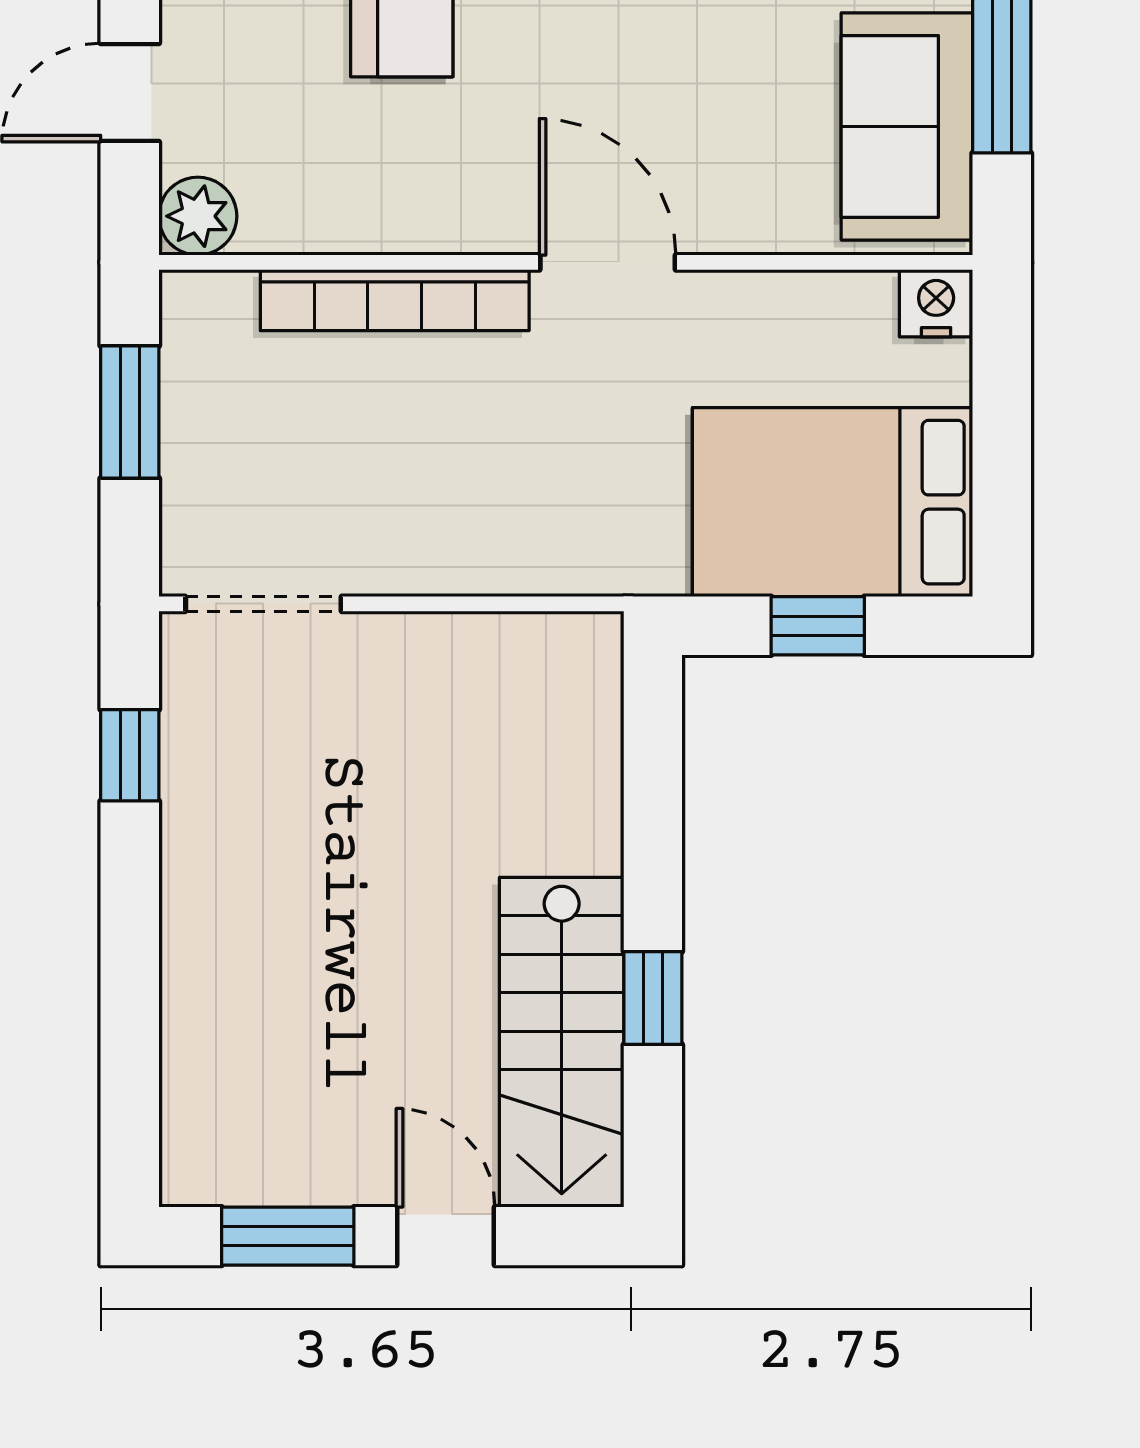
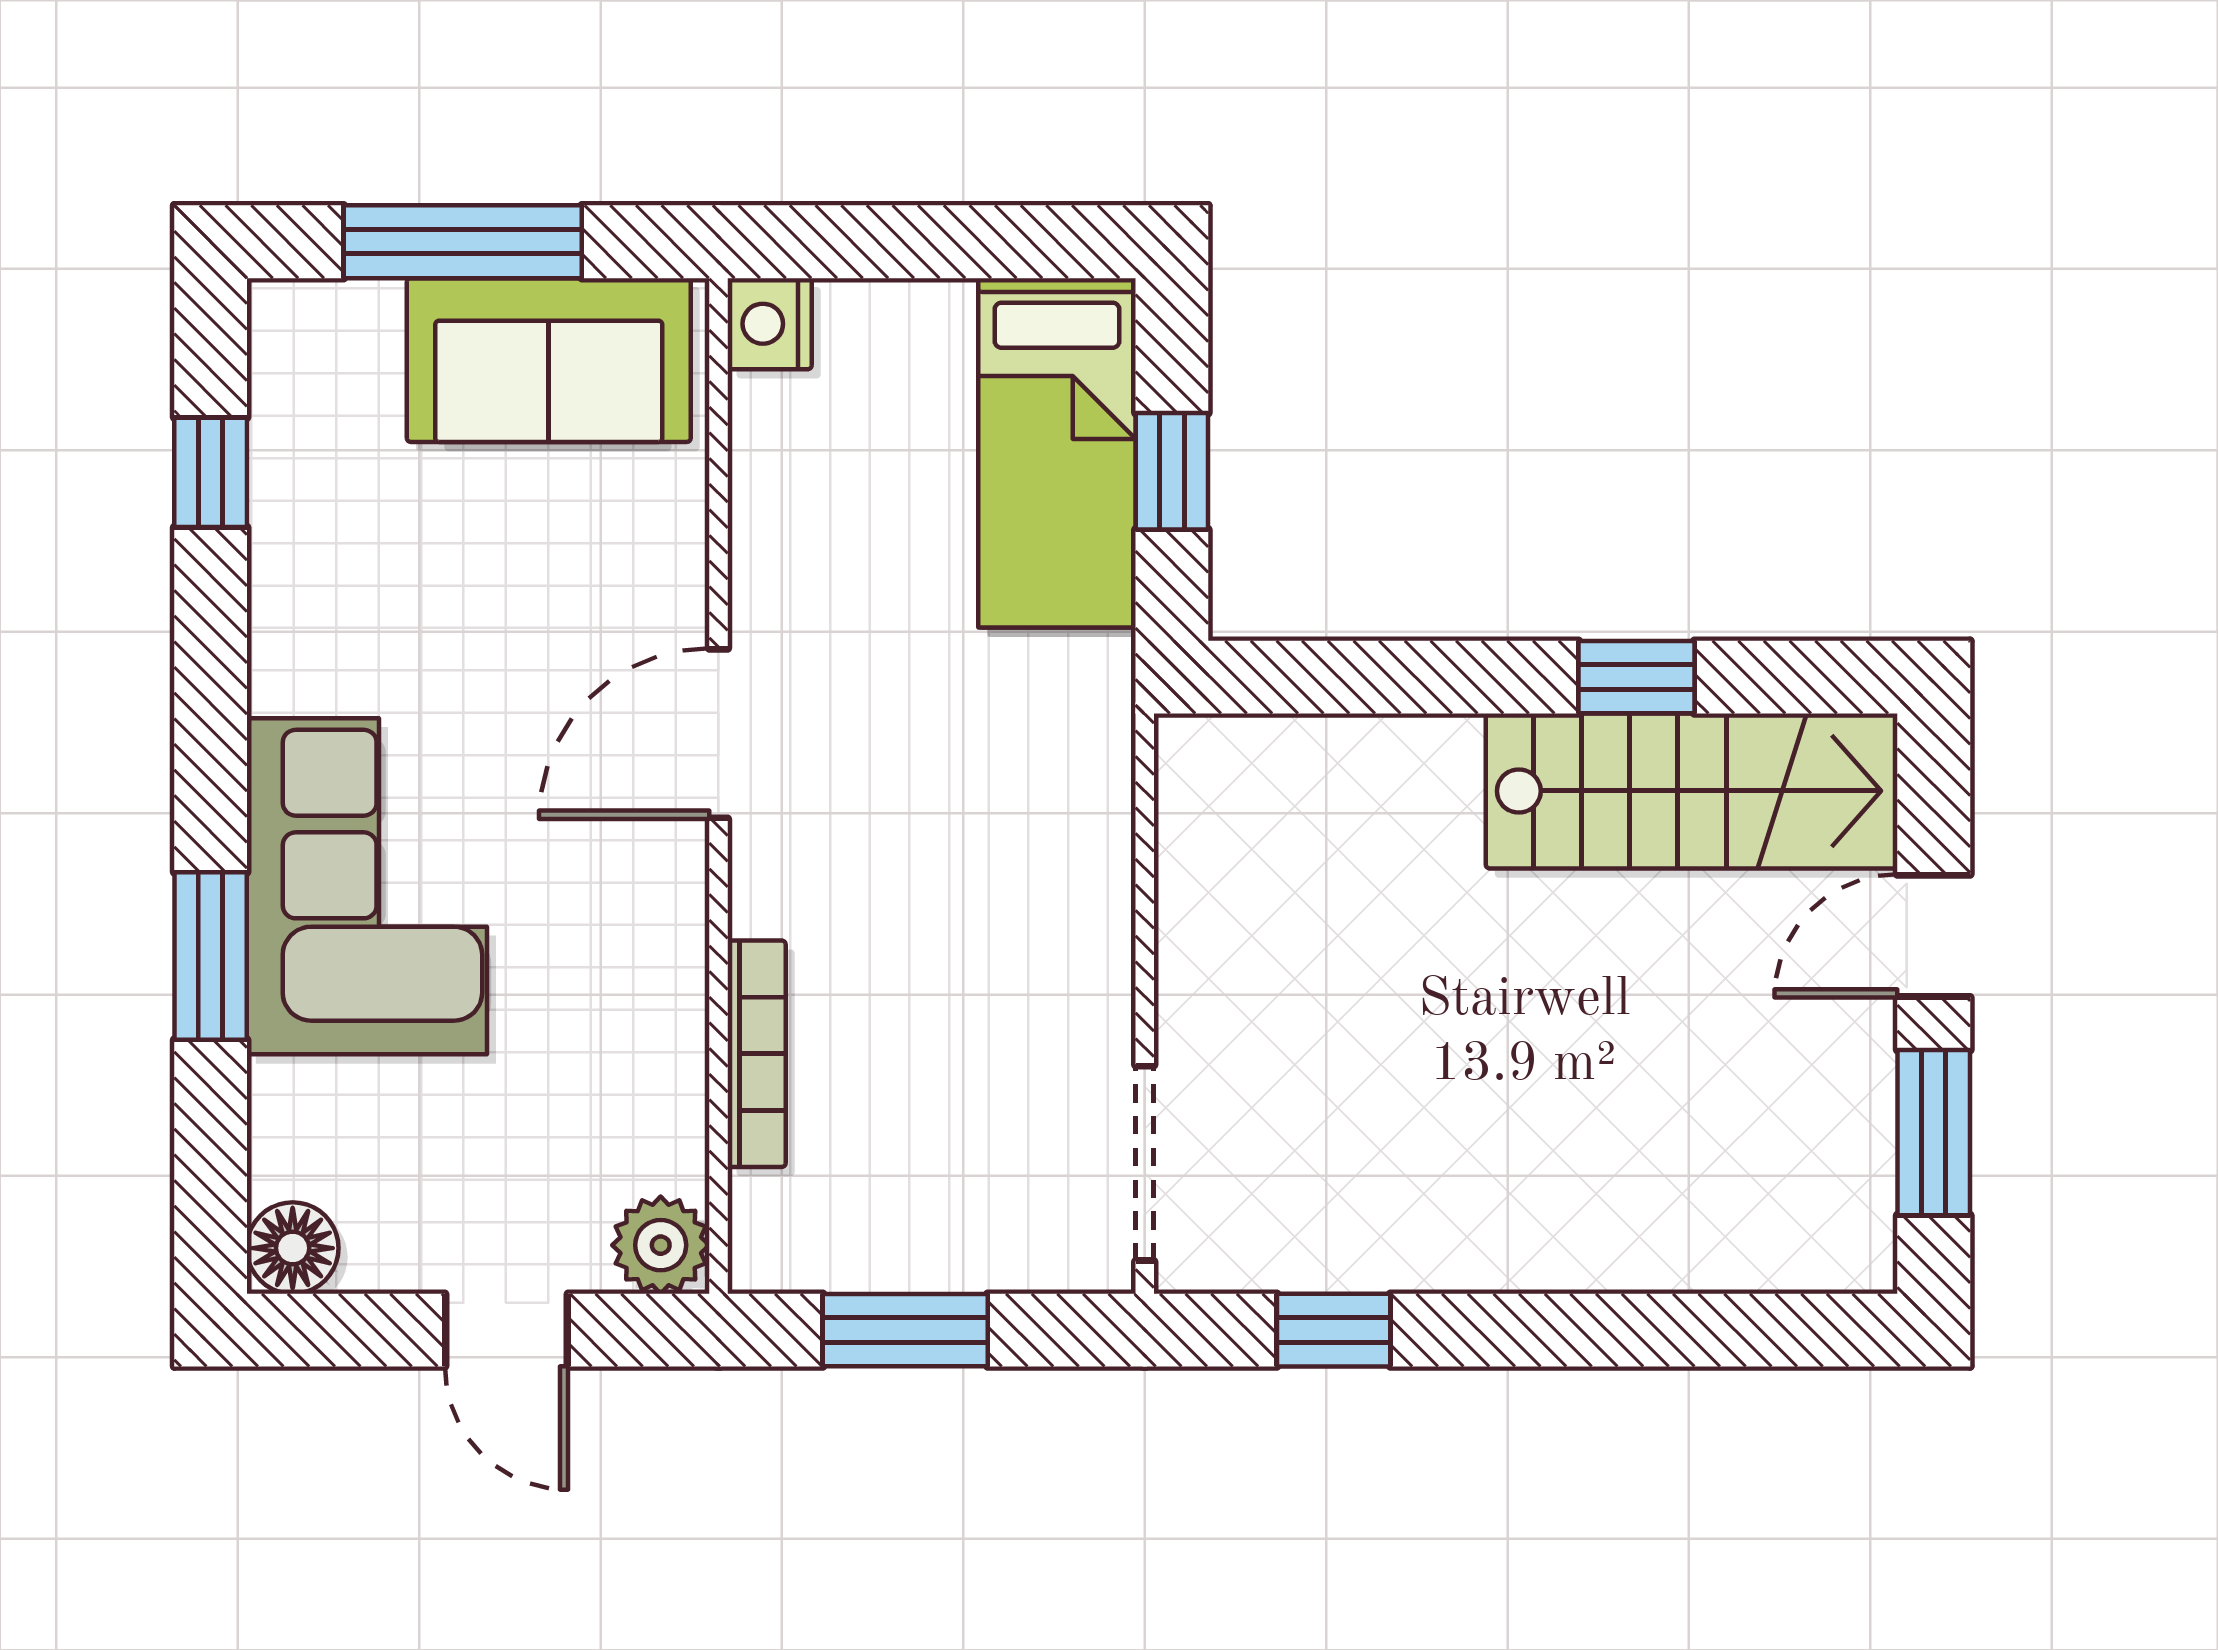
bookcase: (395, 300) -> (757, 1054), width x0.68, depth x0.76
bed: (833, 502) -> (1057, 453), width x0.67

